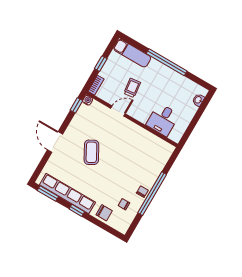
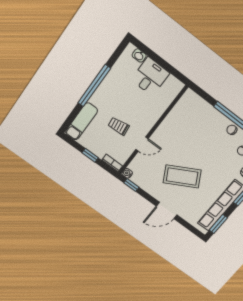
door: (118, 111) -> (142, 144), swing flipped
desk: (163, 120) -> (150, 76), moved, turned -90
coffee table: (91, 152) -> (182, 176), width x1.36, depth x1.32

